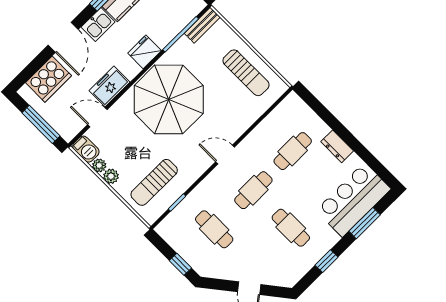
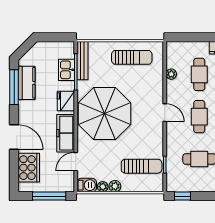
kitchen sink: (98, 25) -> (66, 70), moved, turned 180
bench: (202, 25) -> (82, 61), width x1.36
freezer: (109, 86) -> (66, 133), width x1.40
plant: (267, 125) -> (171, 74), added
door: (225, 154) -> (165, 113), swing flipped
sun lounger: (154, 182) -> (142, 166), turned -90
window: (180, 264) -> (183, 196), moved

